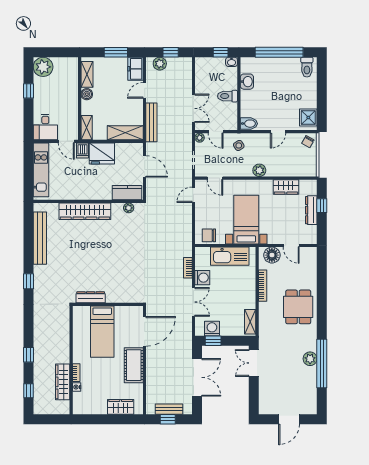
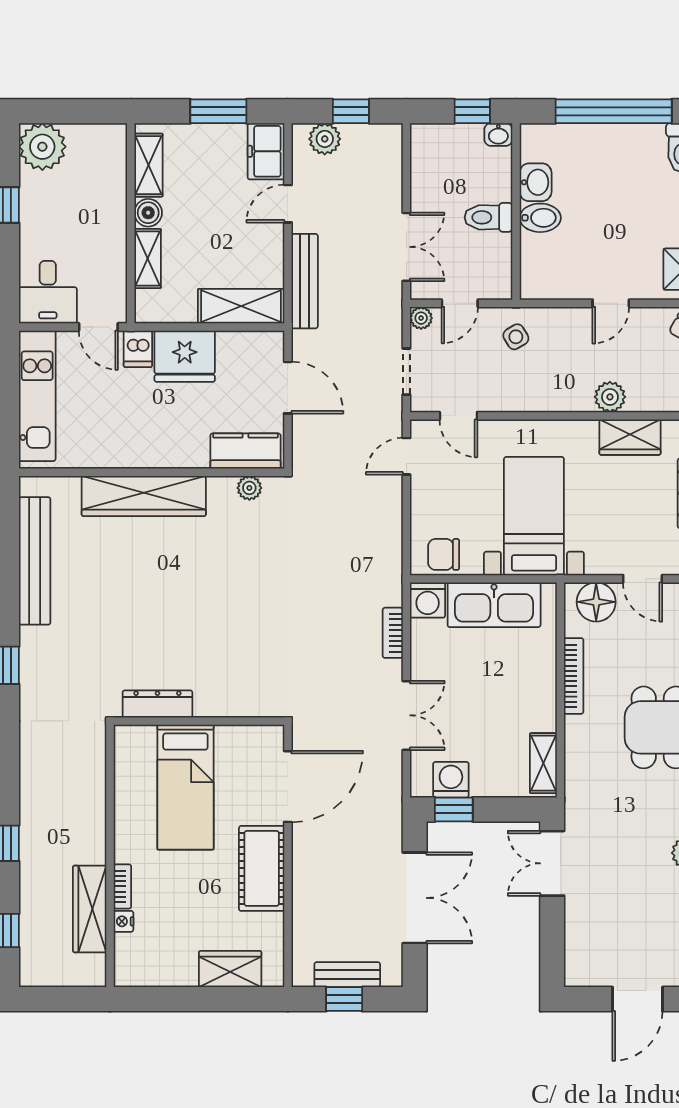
bidet: (249, 124) -> (540, 218), moved
shelving: (87, 128) -> (148, 258), moved
door: (216, 132) -> (460, 303), hinge flipped
plant: (259, 170) -> (610, 397), moved
washing machine: (202, 278) -> (428, 600), moved, turned 90

